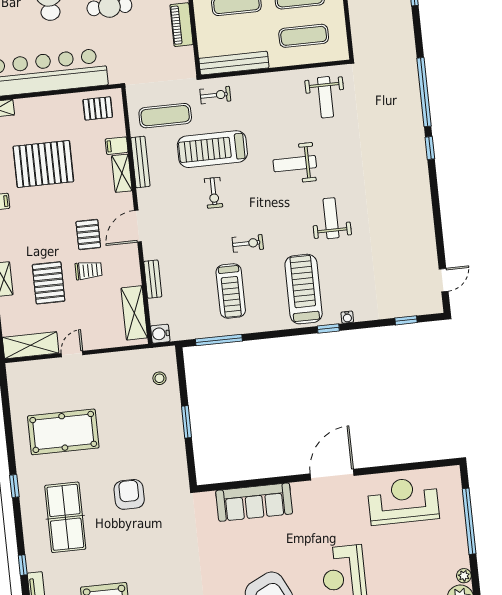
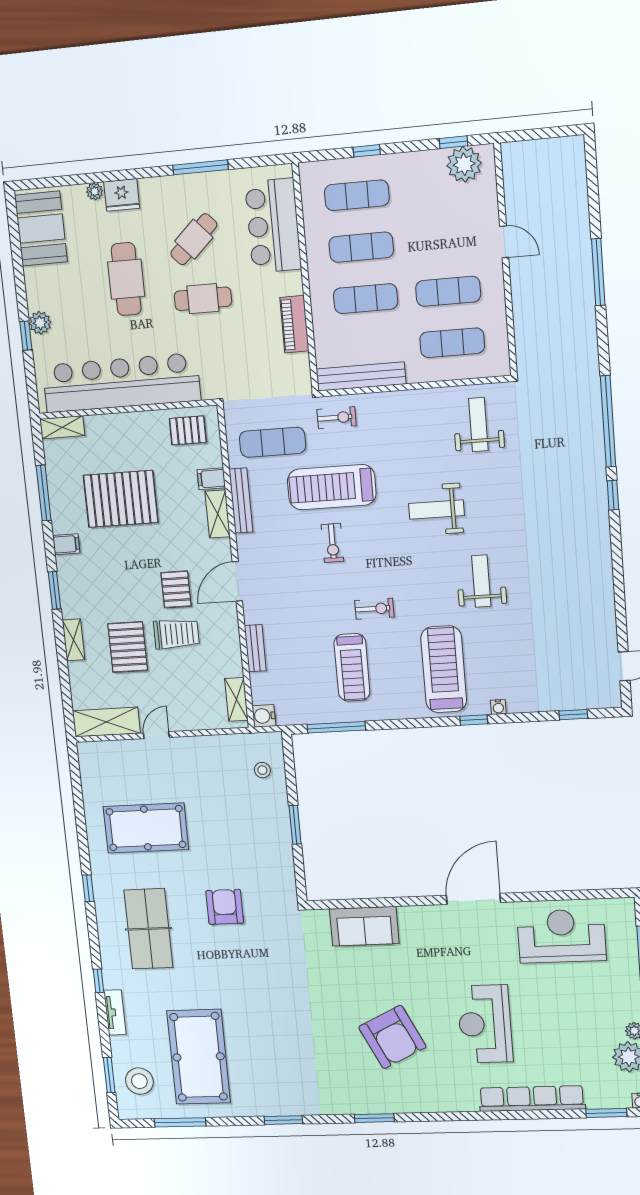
weight bench: (325, 97) -> (478, 425), turned 180
trolley: (89, 270) -> (176, 634), width x1.36, depth x1.39
shelving: (134, 313) -> (236, 699), width x0.67, depth x0.75
sofa: (254, 502) -> (364, 926), width x0.73

